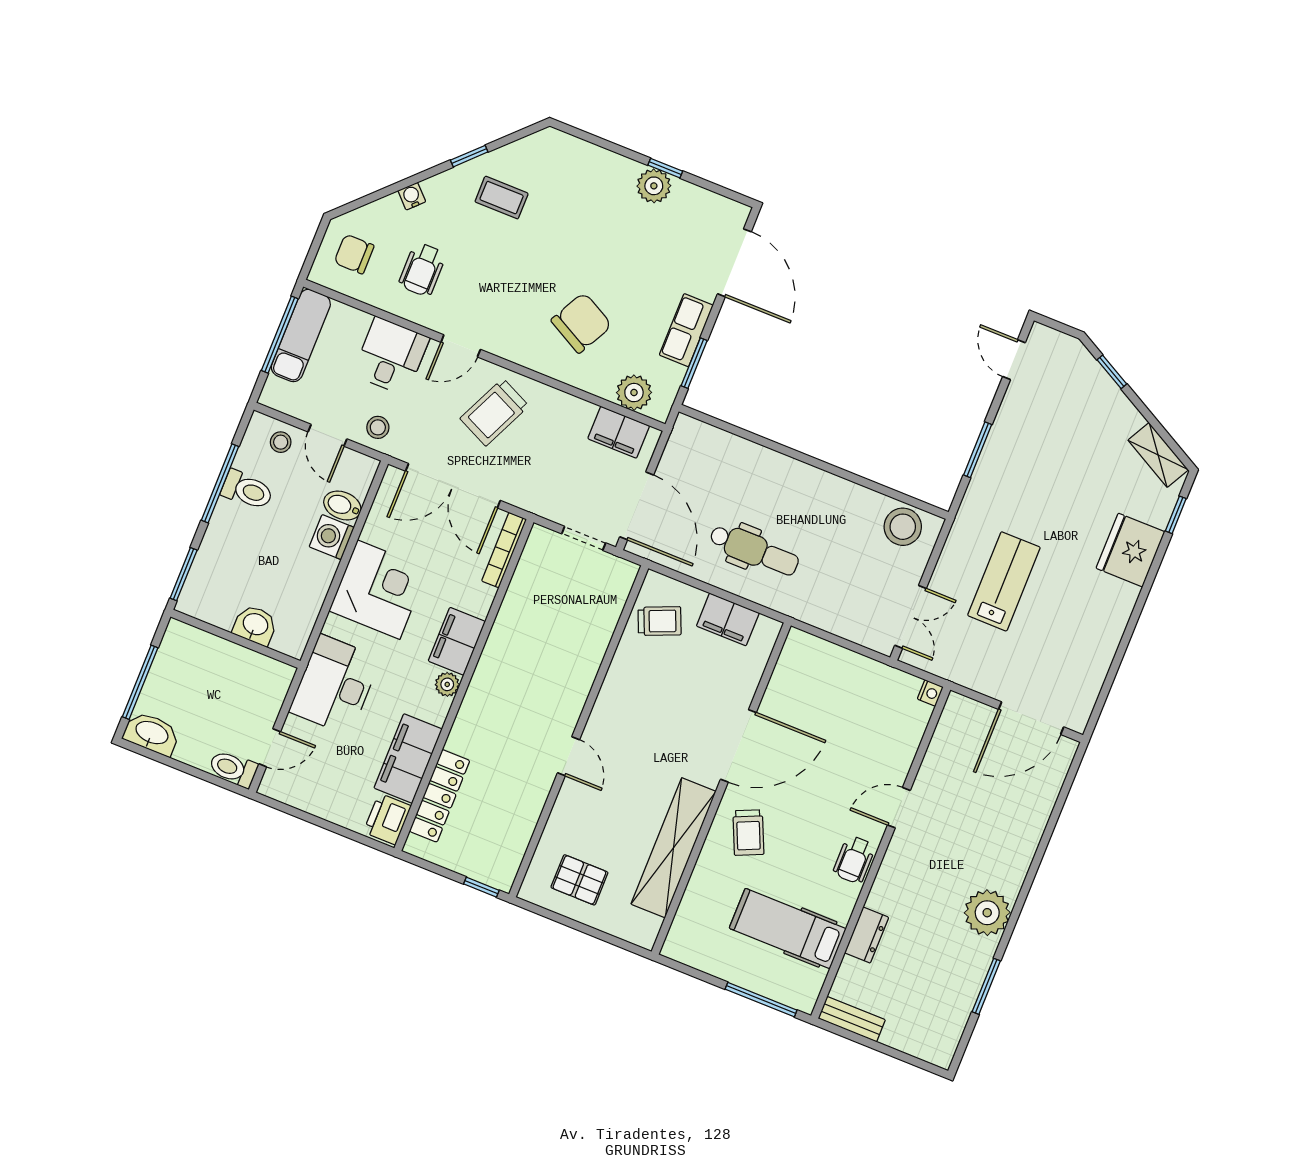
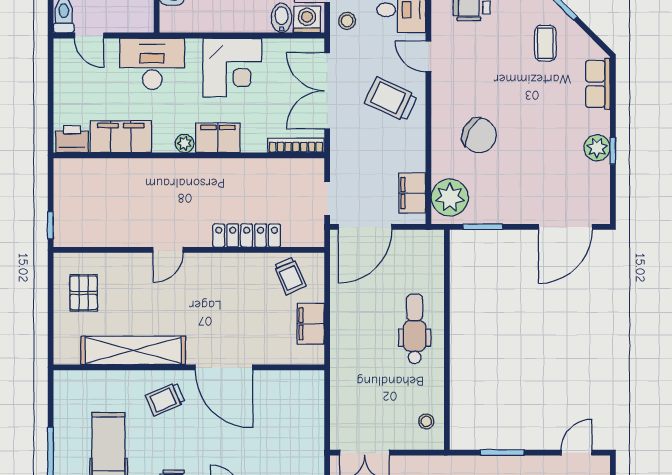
row of seats: (686, 330) -> (598, 84), moved, turned -90
plant: (634, 393) -> (450, 197), width x1.36, depth x1.36
stool: (903, 527) -> (426, 421), width x0.53, depth x0.53
washing machine: (332, 537) -> (307, 19), moved
dental chair: (754, 550) -> (415, 329), moved, turned 180
locker: (440, 796) -> (247, 236), moved, turned 180

